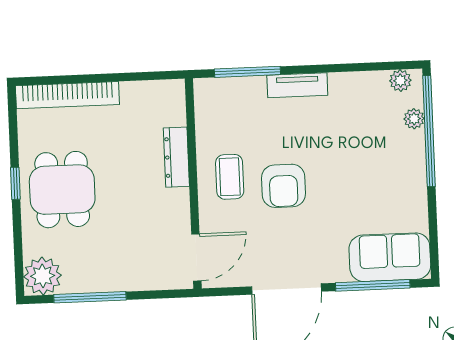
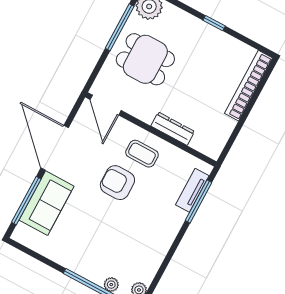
tv unit: (297, 85) -> (192, 190), moved
dining table: (62, 190) -> (145, 59), moved
sofa: (390, 257) -> (47, 203), moved

